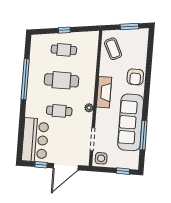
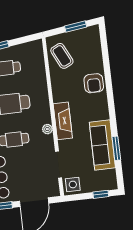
fireplace: (104, 92) -> (63, 121), moved
sofa: (131, 122) -> (102, 145), width x0.74, depth x0.79
window: (143, 135) -> (116, 148), width x0.69

